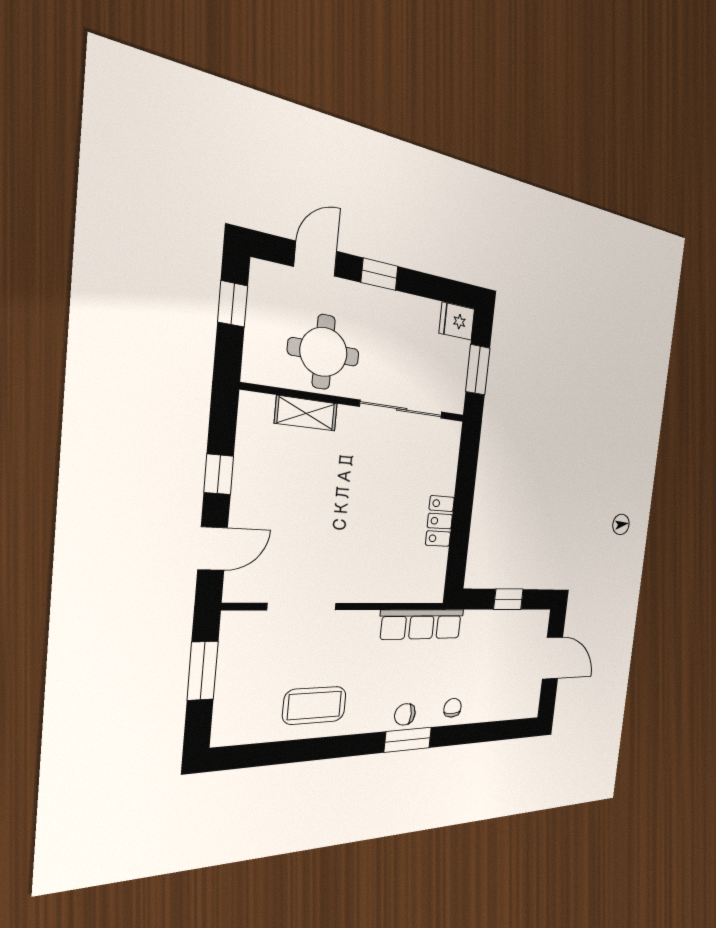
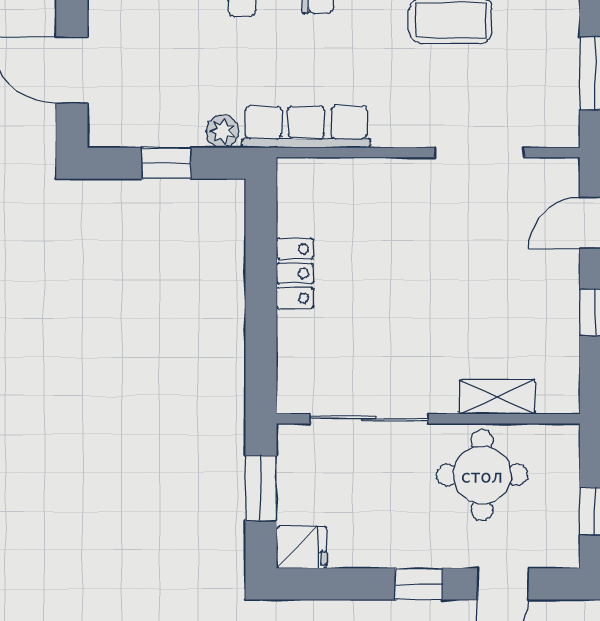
plant: (474, 621) -> (223, 131), added

